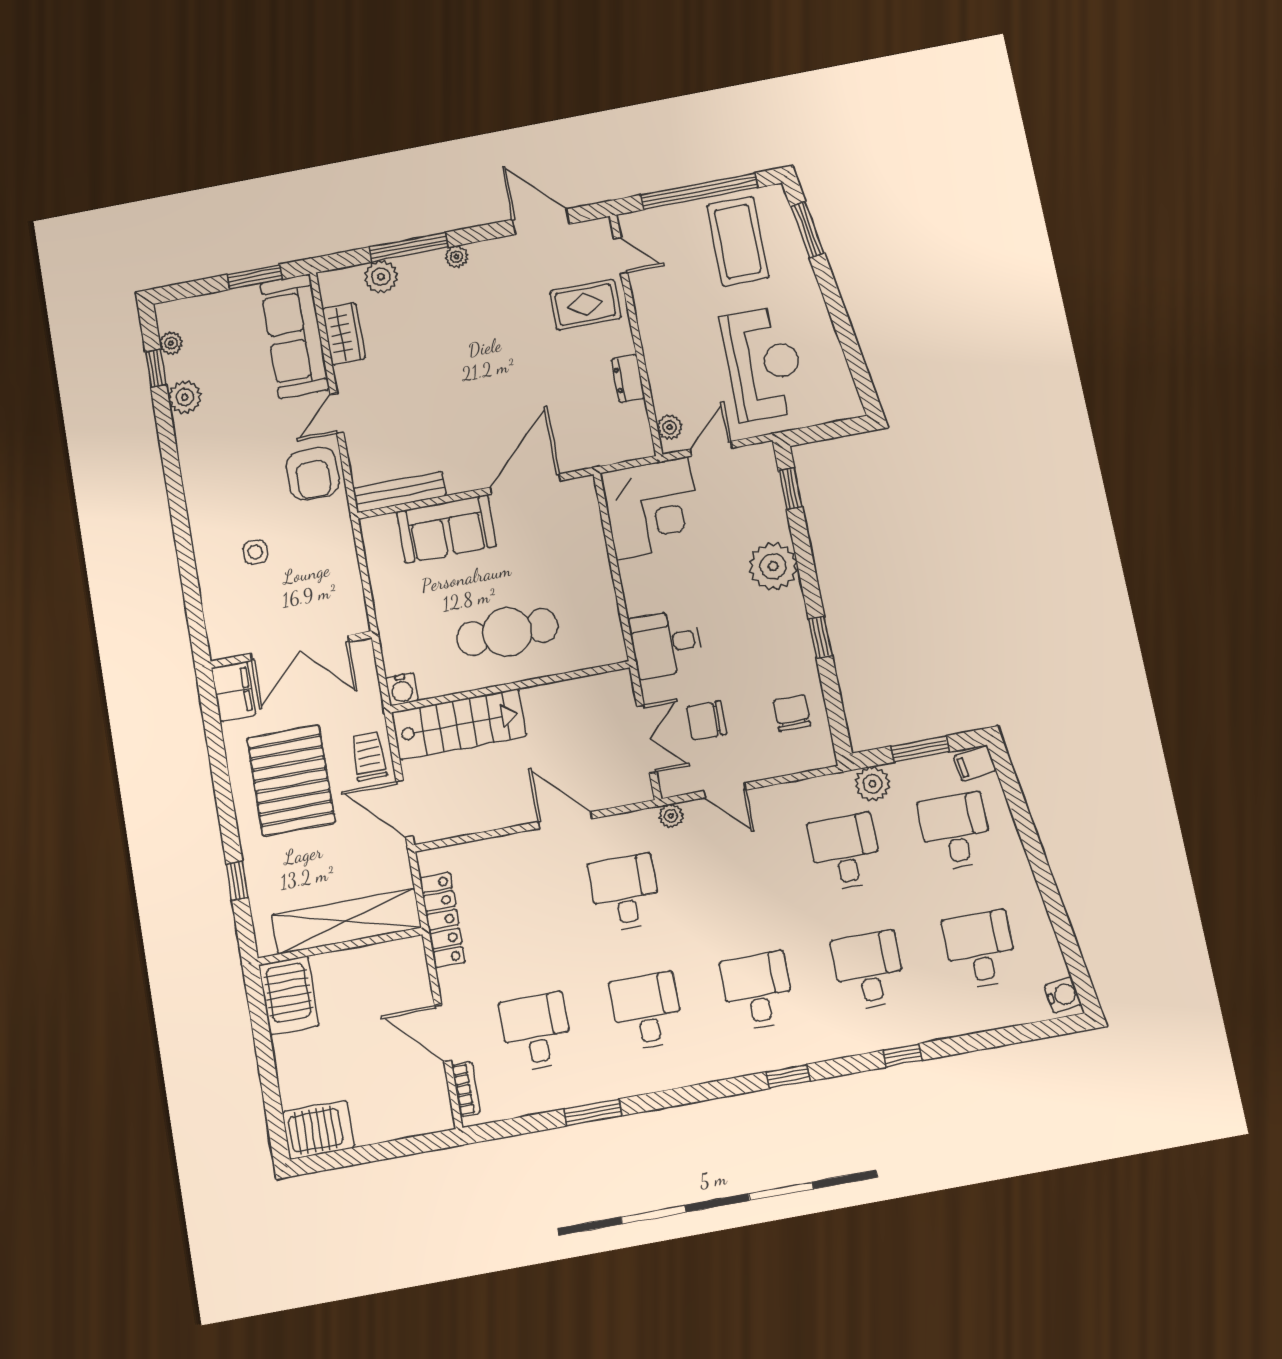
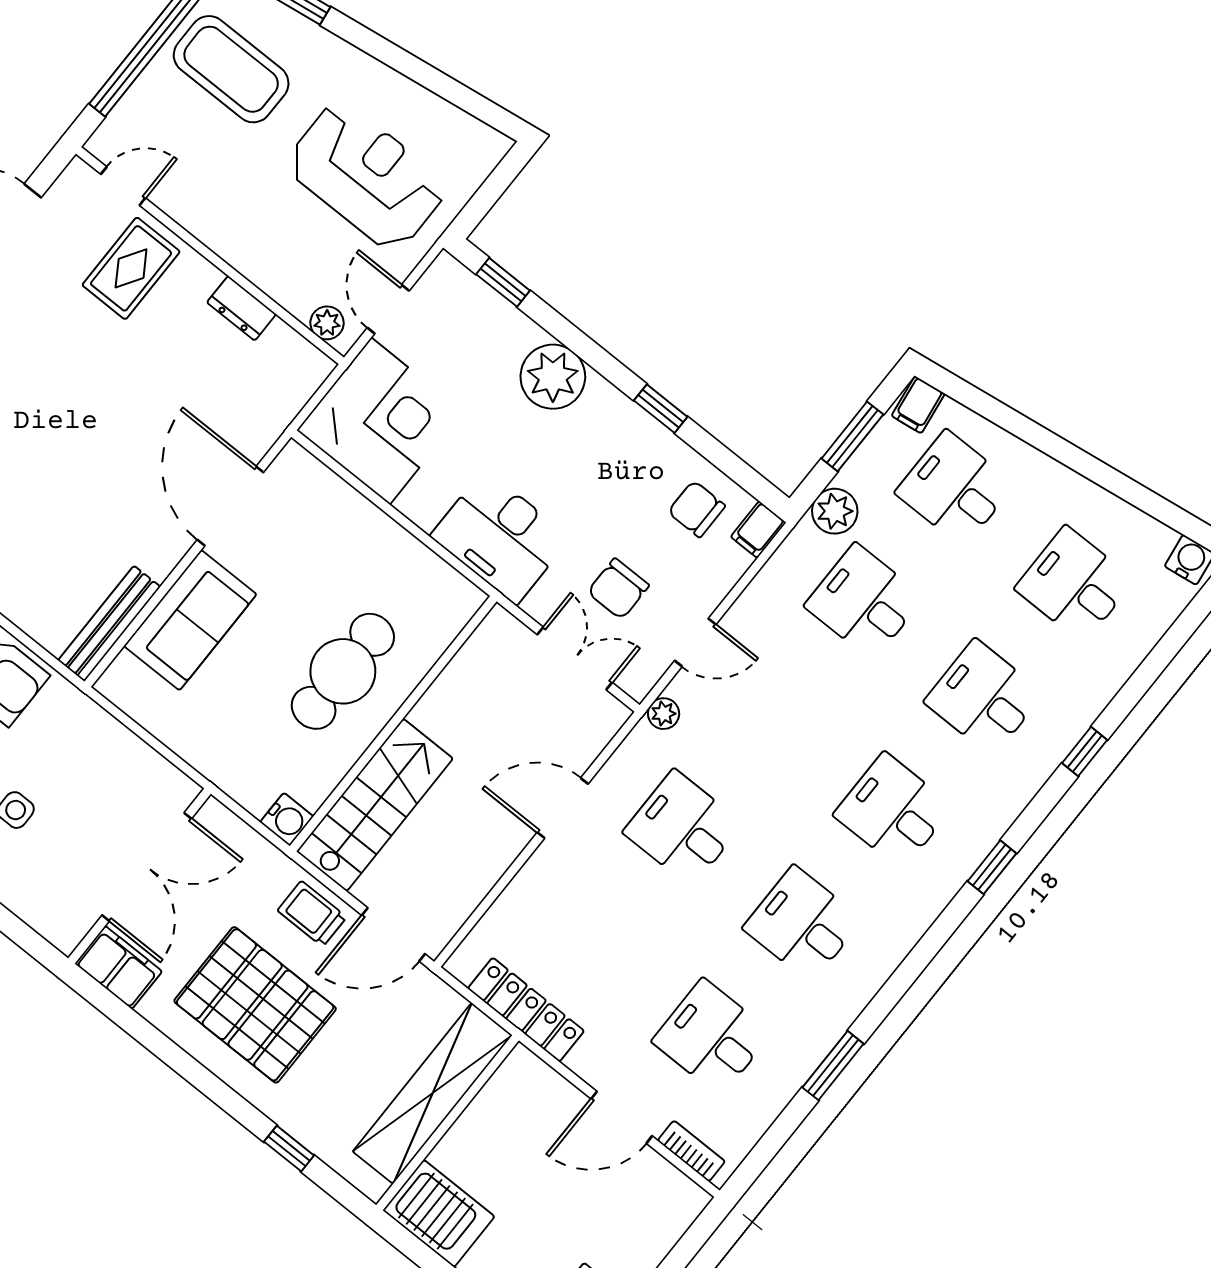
desk: (666, 644) -> (500, 537), width x1.37
filing cabinet: (818, 756) -> (758, 530), added

